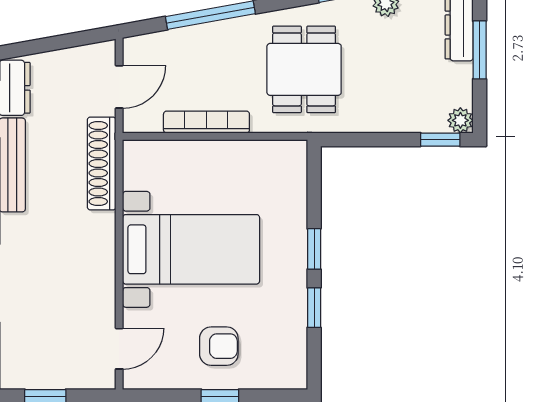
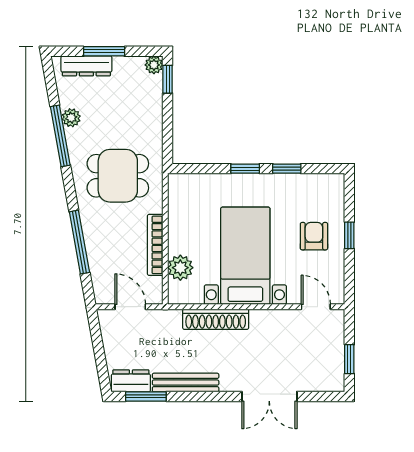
plant: (174, 158) -> (180, 268), added
shoe rack: (102, 163) -> (216, 319), moved

